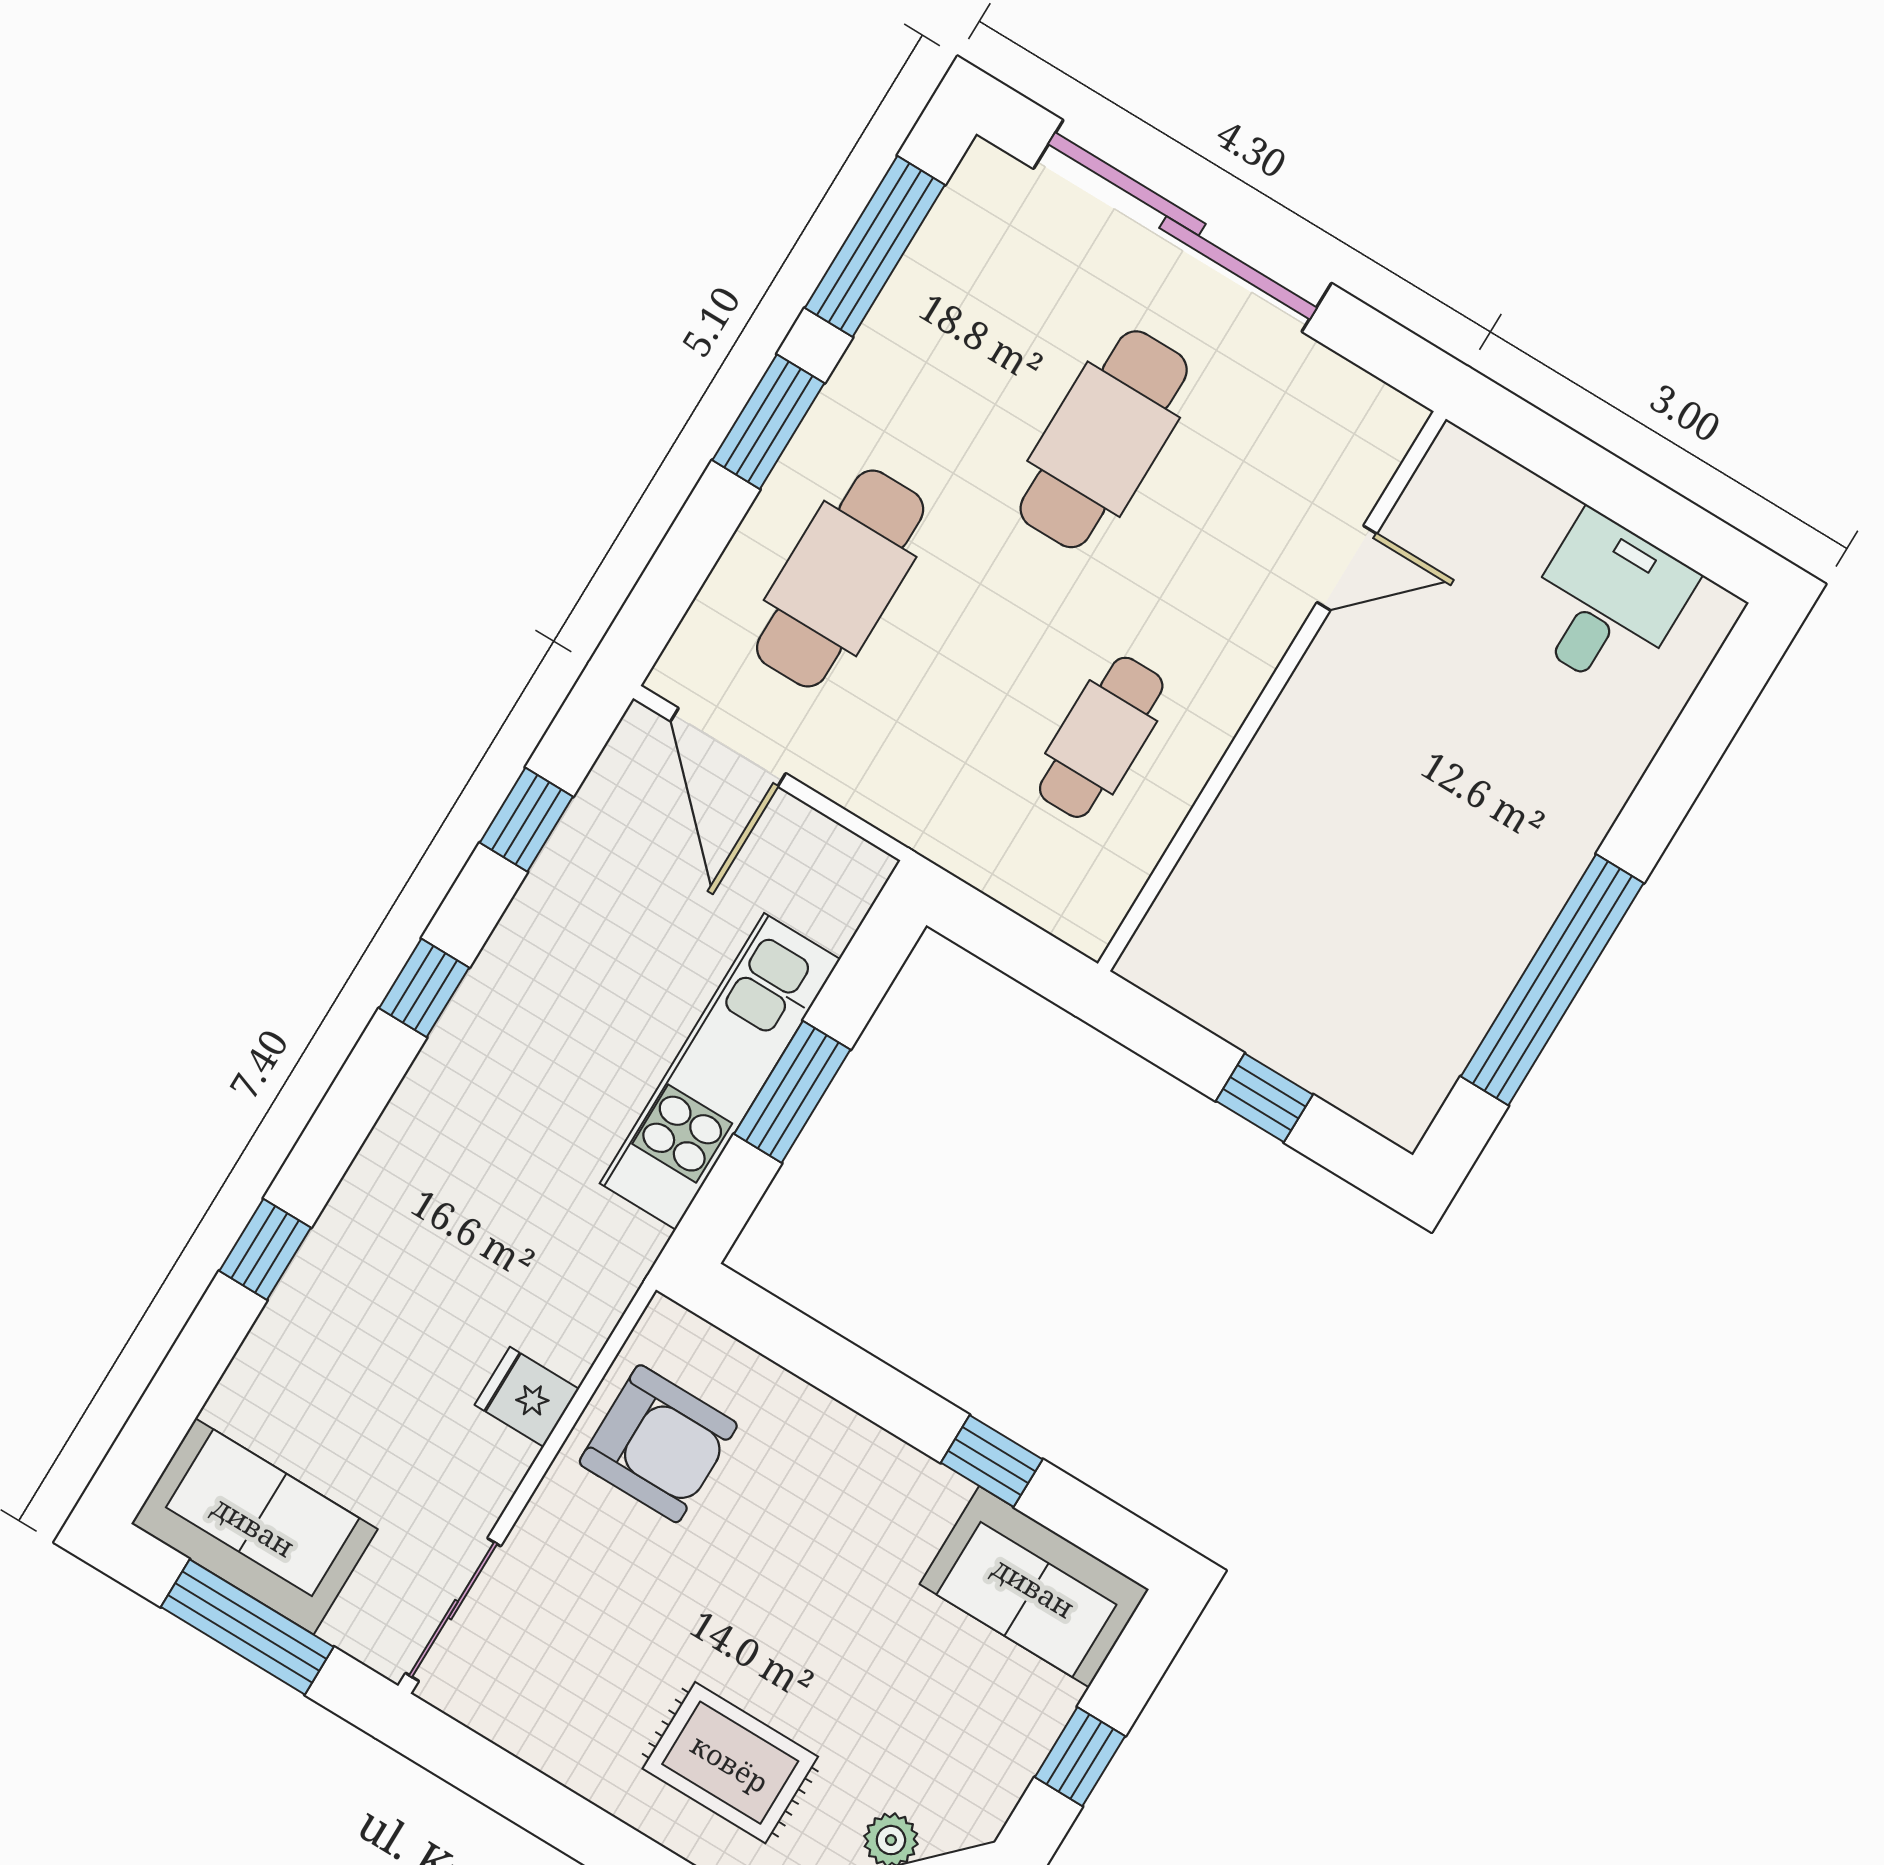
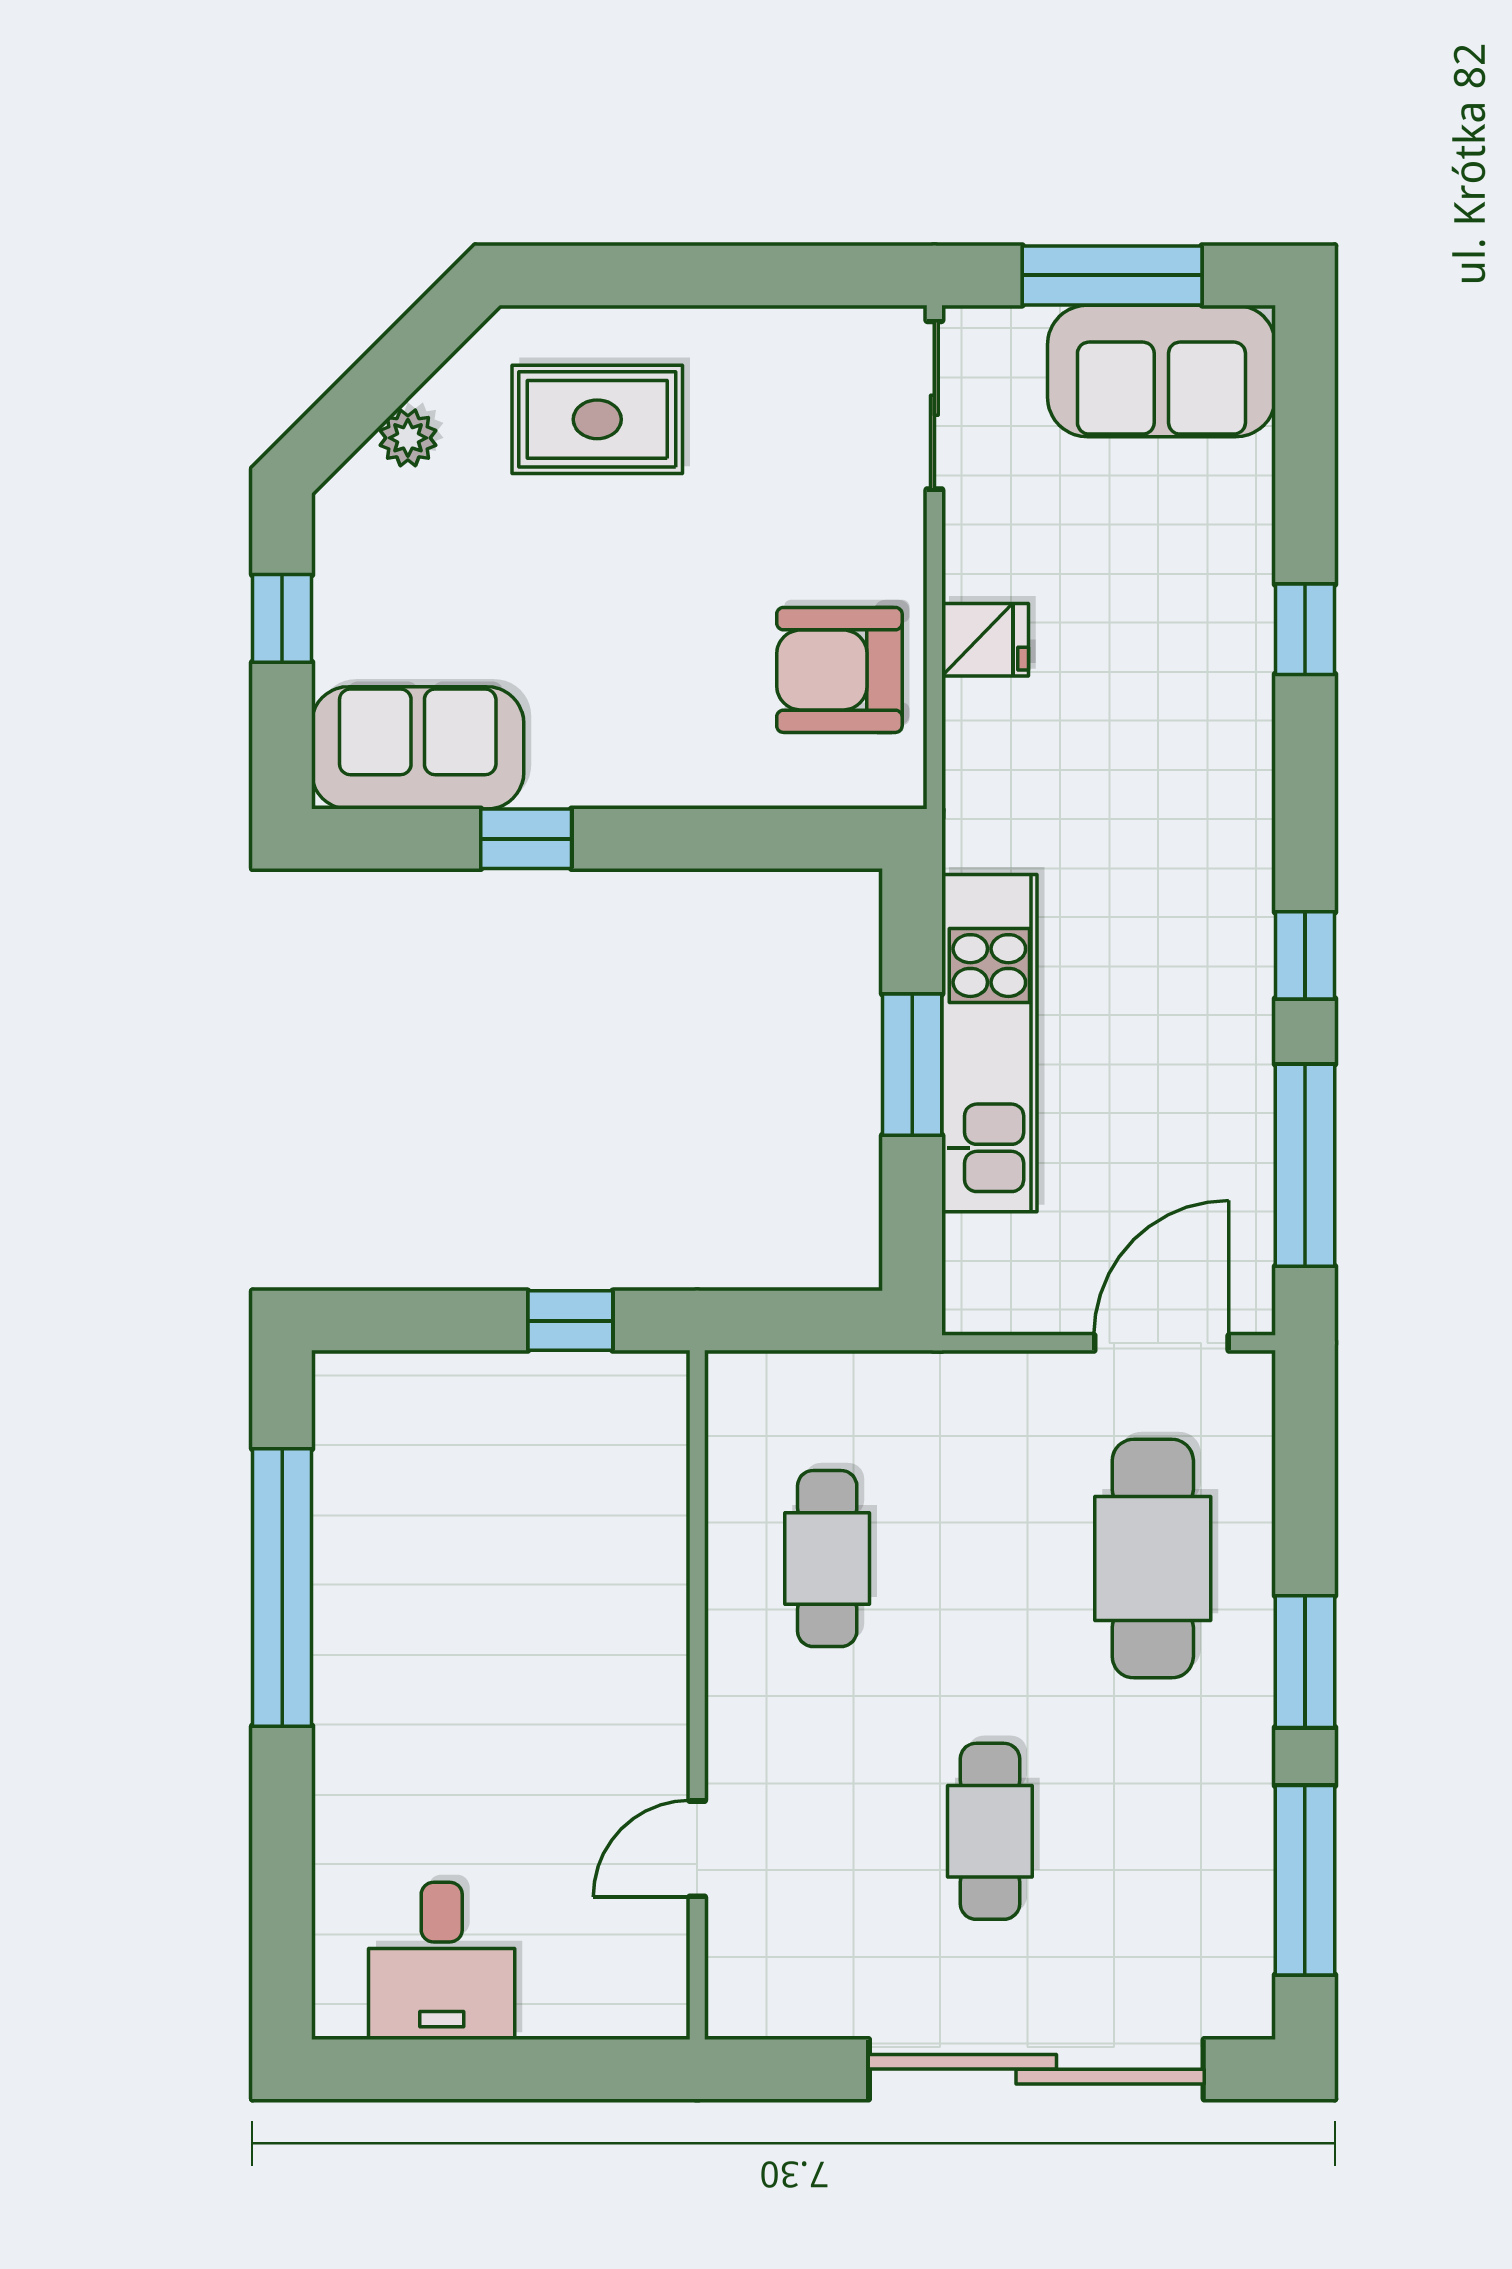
cafe table: (1104, 439) -> (990, 1831), width x0.73, depth x0.74
door: (728, 747) -> (1161, 1343), hinge flipped
window: (526, 820) -> (1305, 1165), width x2.17
window: (1264, 1098) -> (570, 1321), moved

